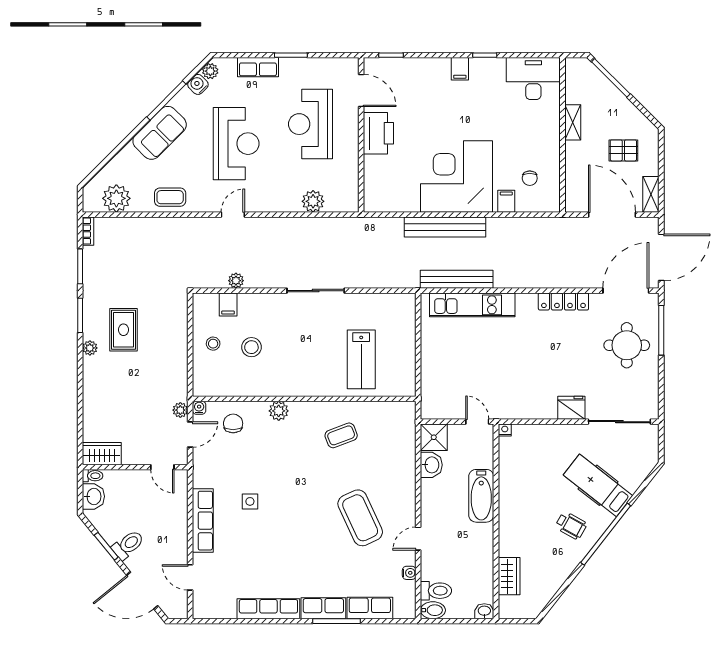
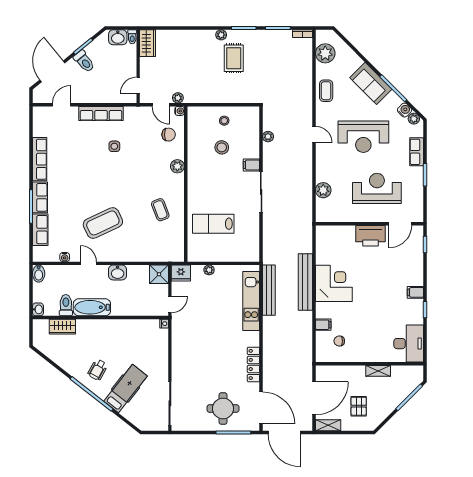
corner desk: (456, 176) -> (334, 283), width x0.74, depth x0.74
filing cabinet: (228, 304) -> (251, 165), moved
rug: (123, 330) -> (234, 58), turned 90
plant: (428, 365) -> (209, 270), added
fridge: (571, 408) -> (181, 273), moved, turned 90
washbasin: (431, 465) -> (118, 272), moved
bathtub: (481, 496) -> (92, 307), moved
toilet: (436, 591) -> (66, 305), moved, turned 180

